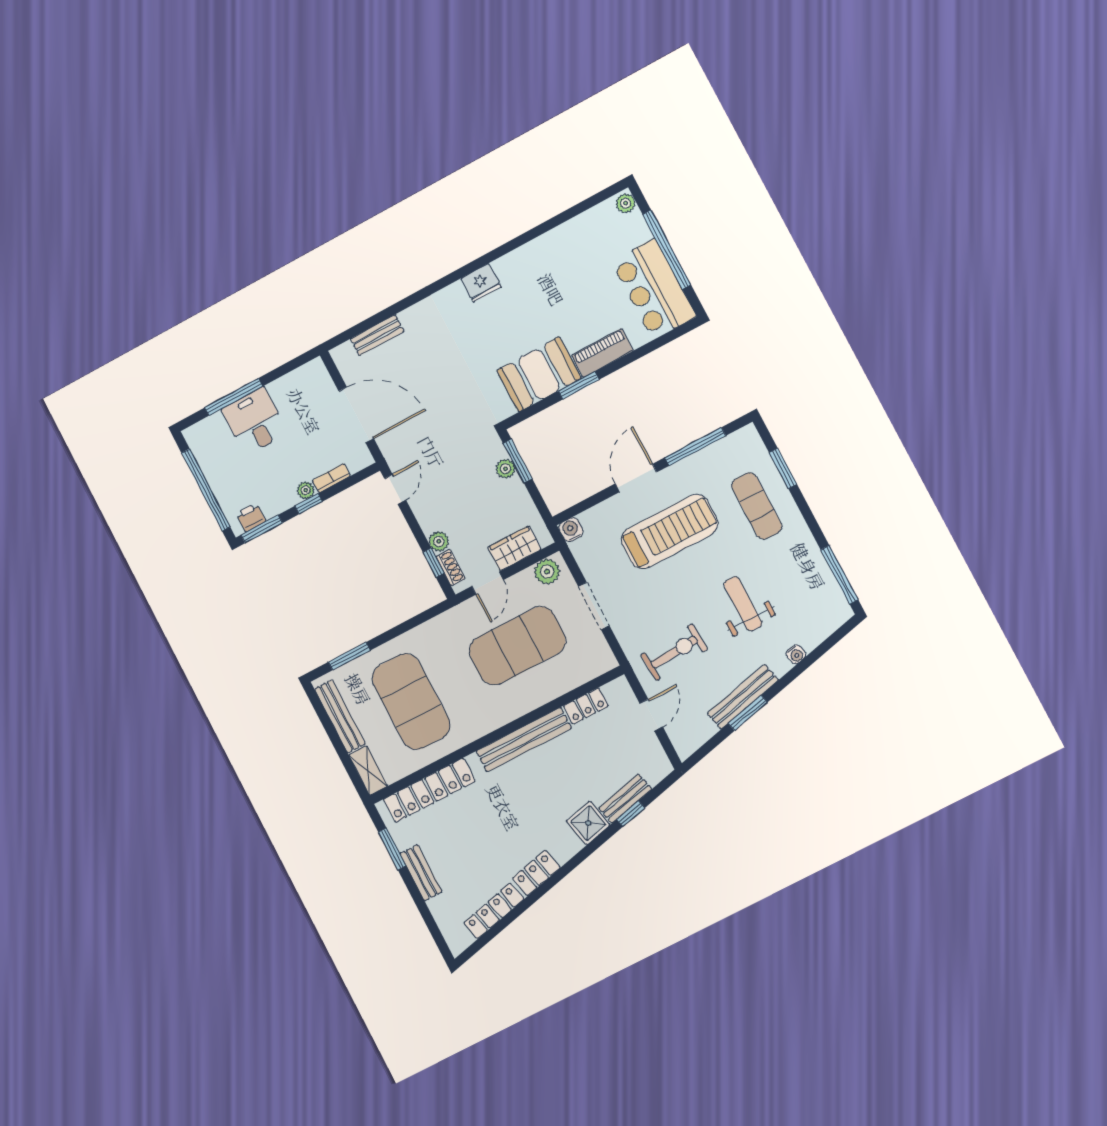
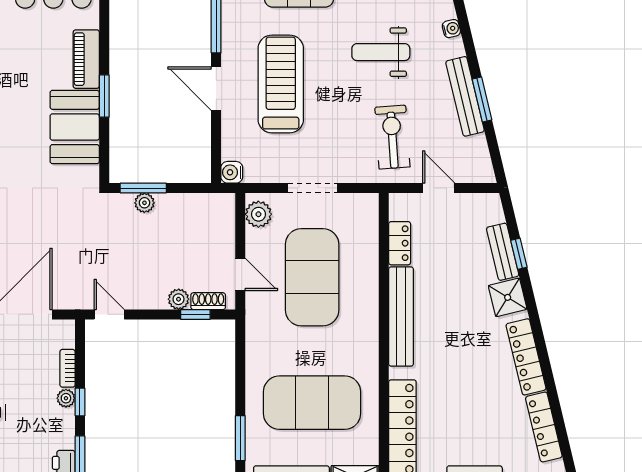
wardrobe: (514, 548) -> (222, 233), removed
locker: (536, 873) -> (526, 357), width x1.53

